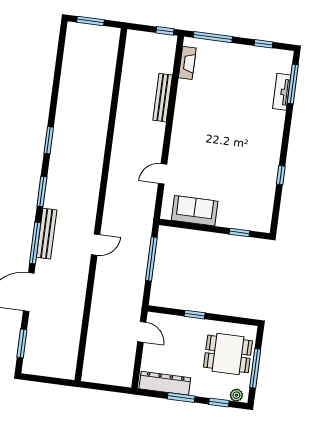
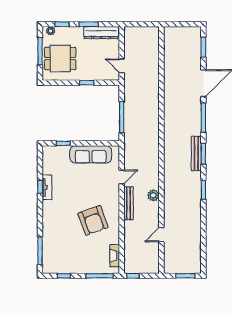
tv unit: (282, 92) -> (47, 187), moved
bench: (163, 98) -> (129, 203), moved
armchair: (211, 117) -> (93, 220), added
plant: (121, 142) -> (153, 195), added
sofa: (195, 211) -> (91, 154), width x1.36
bench: (47, 234) -> (196, 153), moved
door: (96, 245) -> (161, 235), moved

